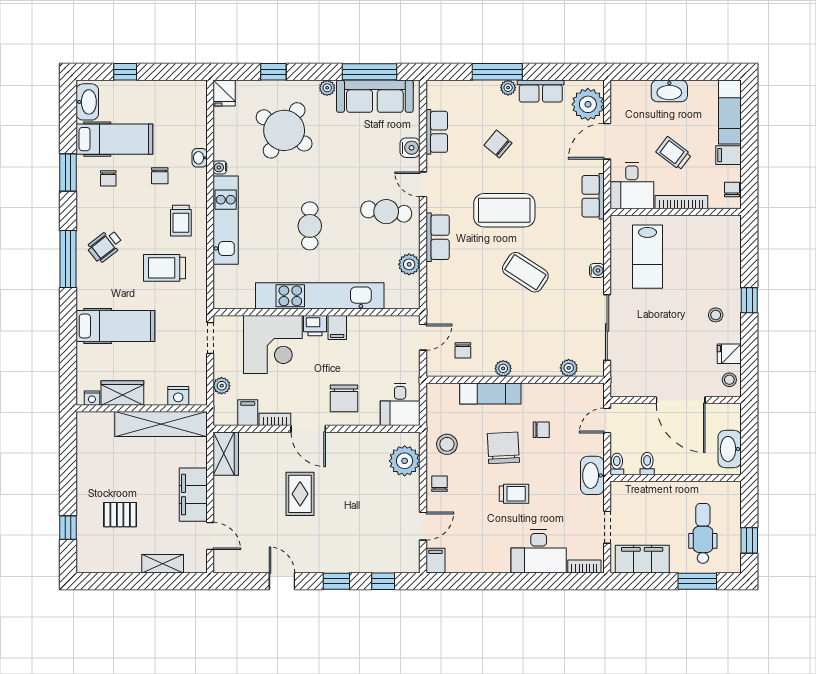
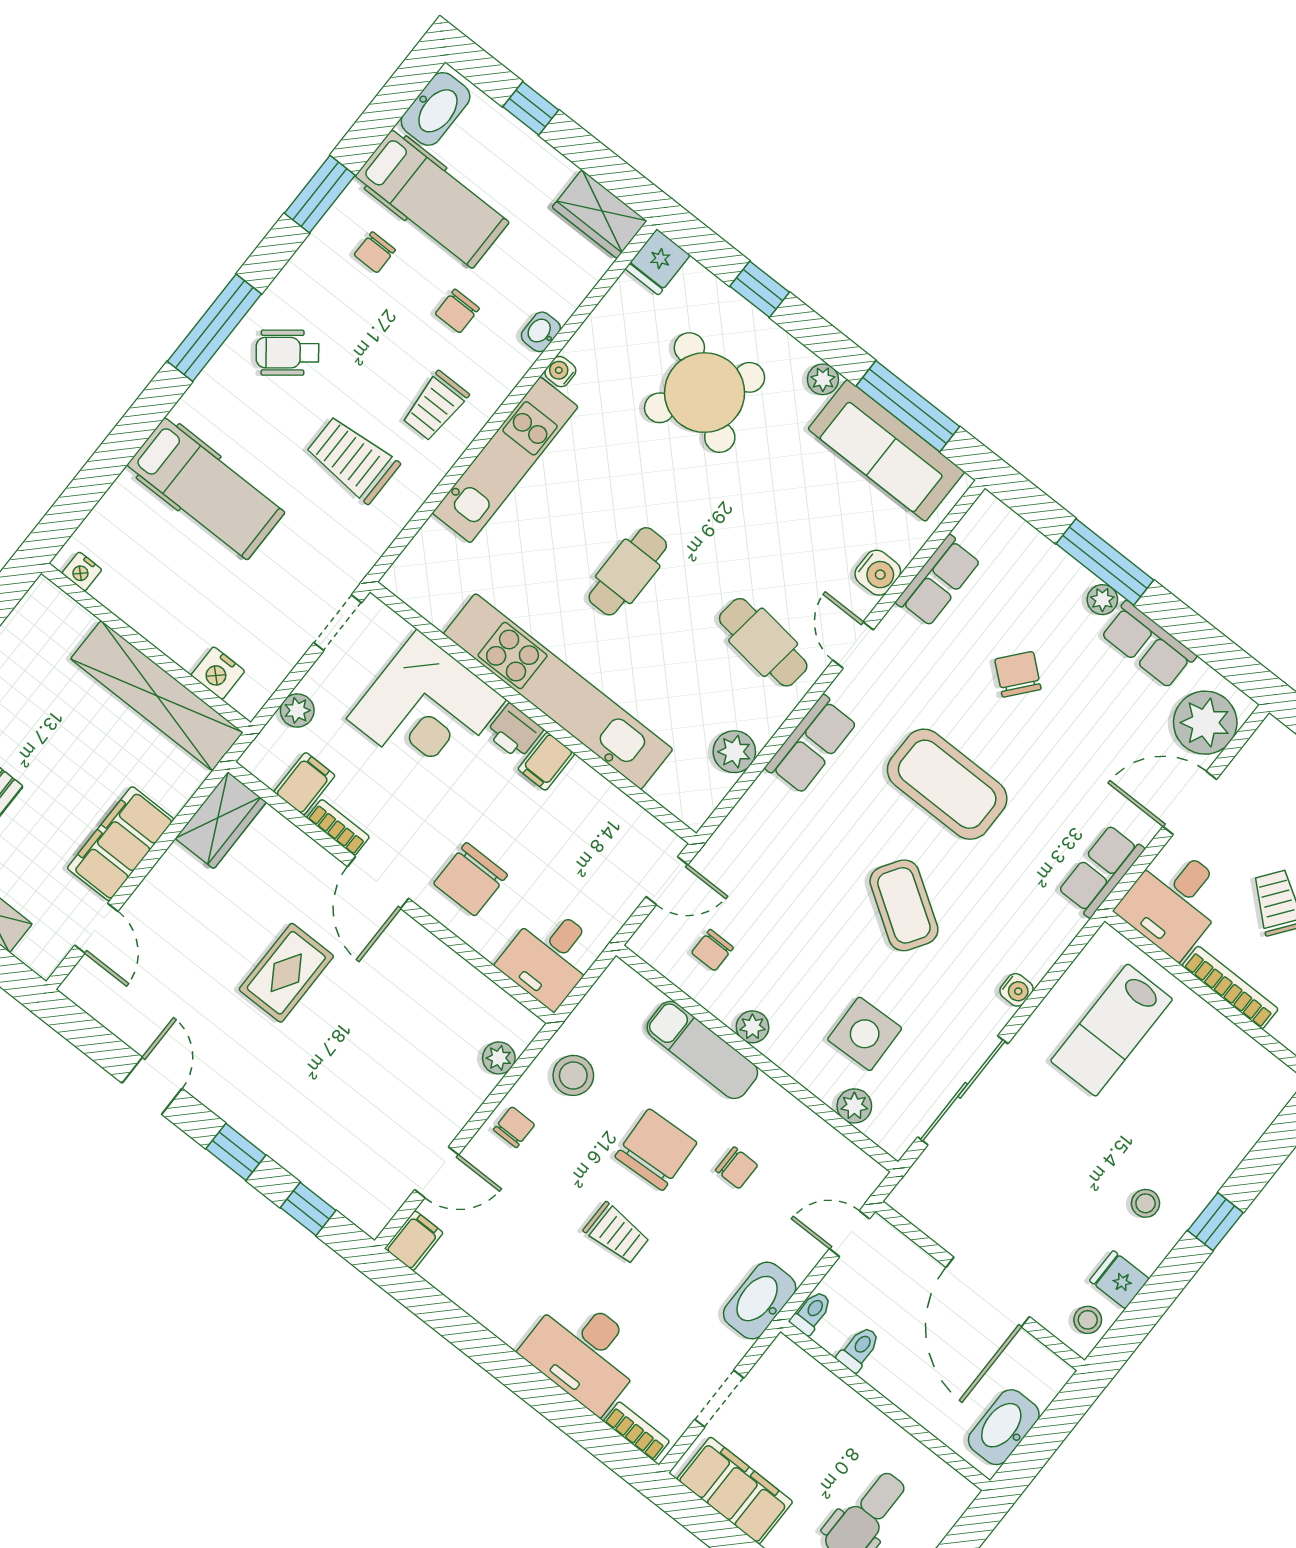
side table: (550, 336) -> (865, 1034), added
wardrobe: (122, 393) -> (600, 214), moved, turned 180
plant: (405, 461) -> (499, 1058), width x0.53, depth x0.53

